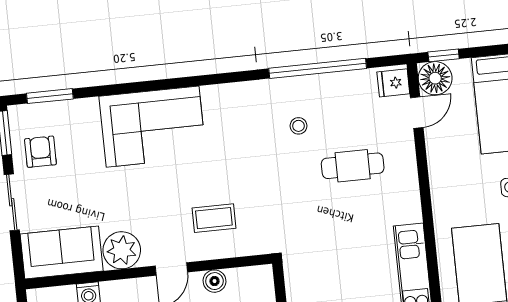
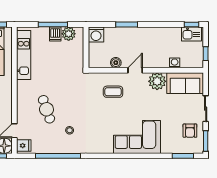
cafe table: (353, 166) -> (46, 109), turned 71

